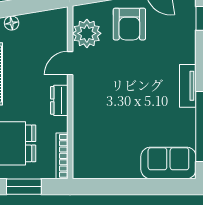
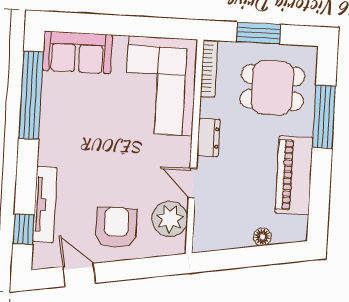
door: (70, 63) -> (193, 183), swing flipped
tv unit: (188, 86) -> (45, 205), moved, width x1.41
corner sofa: (100, 140) -> (160, 86), added

